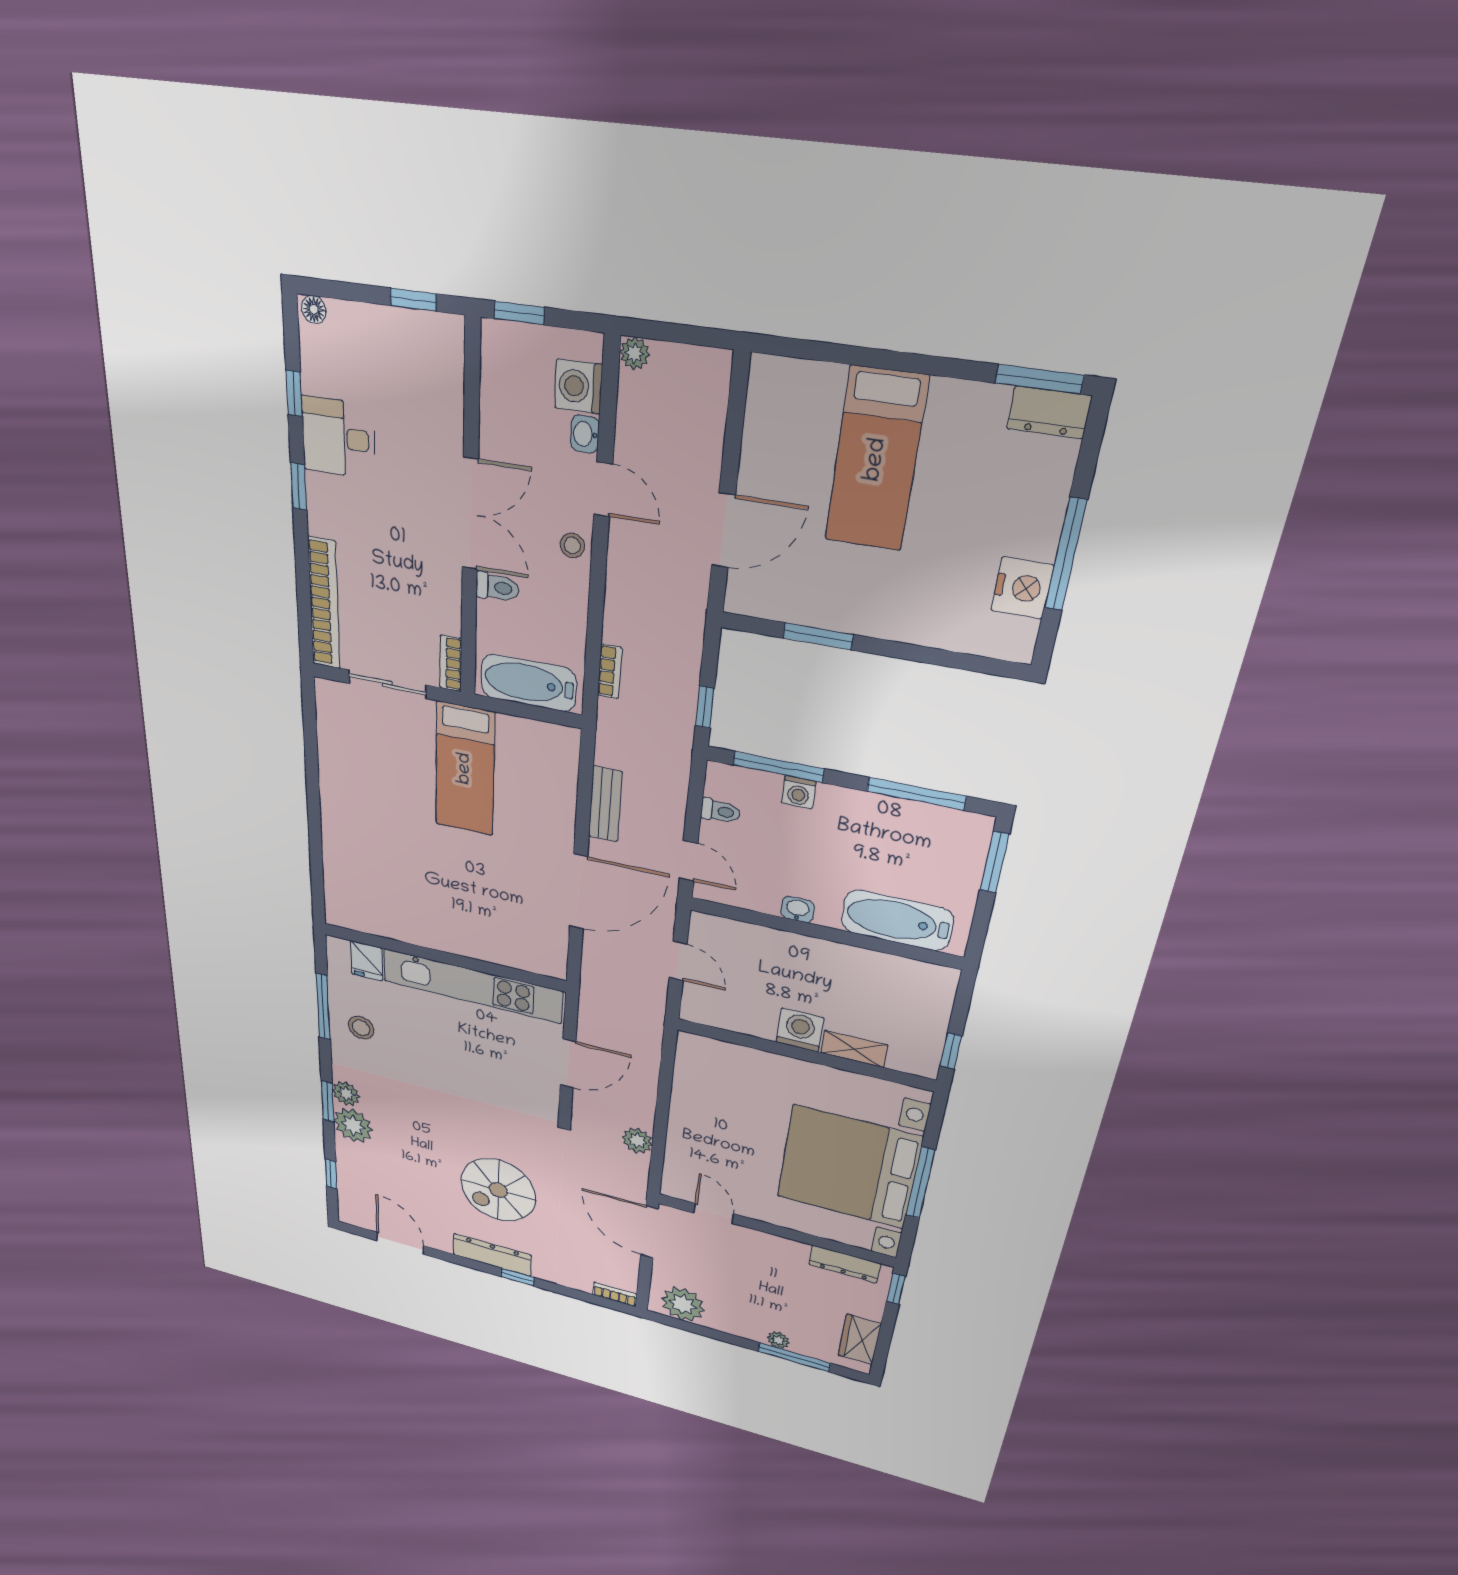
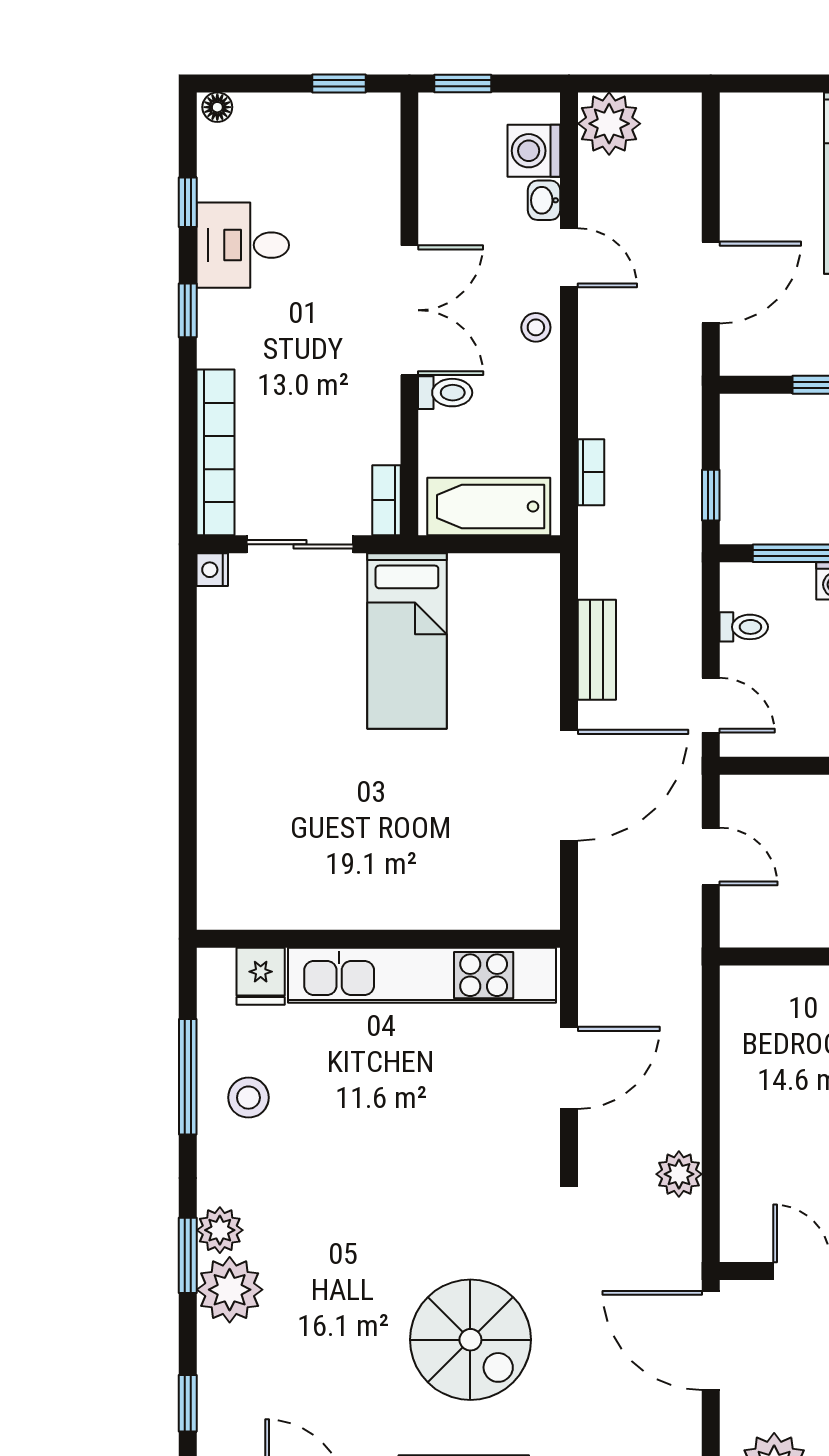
plant: (634, 353) -> (609, 124), width x1.88, depth x1.88
nightstand: (325, 690) -> (212, 570), added
spiral stairs: (498, 1190) -> (470, 1340), turned -90

